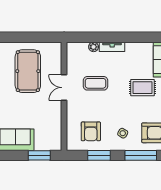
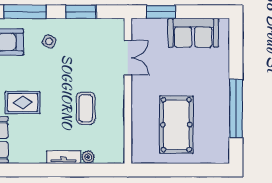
coffee table: (95, 83) -> (86, 108), turned 90
double door: (64, 88) -> (128, 58), moved
armchair: (91, 131) -> (92, 44), removed

